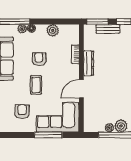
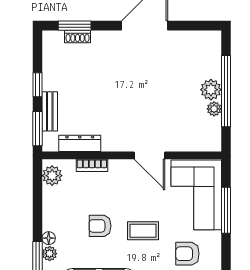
plant: (53, 30) -> (52, 176), moved
dresser: (89, 63) -> (80, 143), moved

